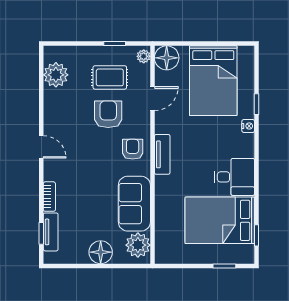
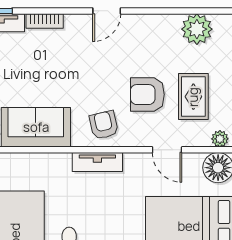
armchair: (108, 114) -> (147, 95), turned 180
armchair: (133, 149) -> (104, 125), turned -103

